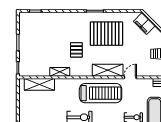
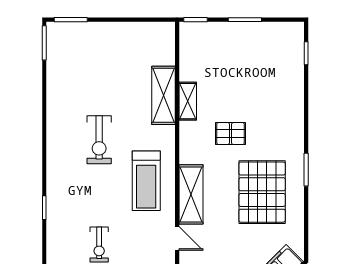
shelving: (39, 84) -> (163, 95), moved
treadmill: (101, 93) -> (146, 181), width x0.73, depth x0.73

